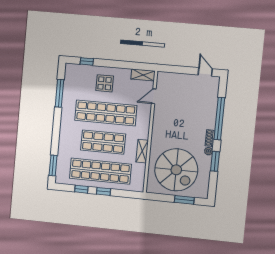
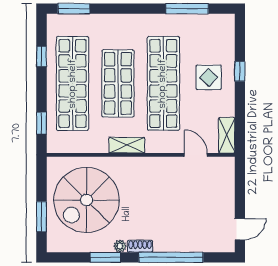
window: (87, 61) -> (240, 71), moved
shelving: (142, 151) -> (127, 145), moved
window: (104, 191) -> (41, 123), moved

